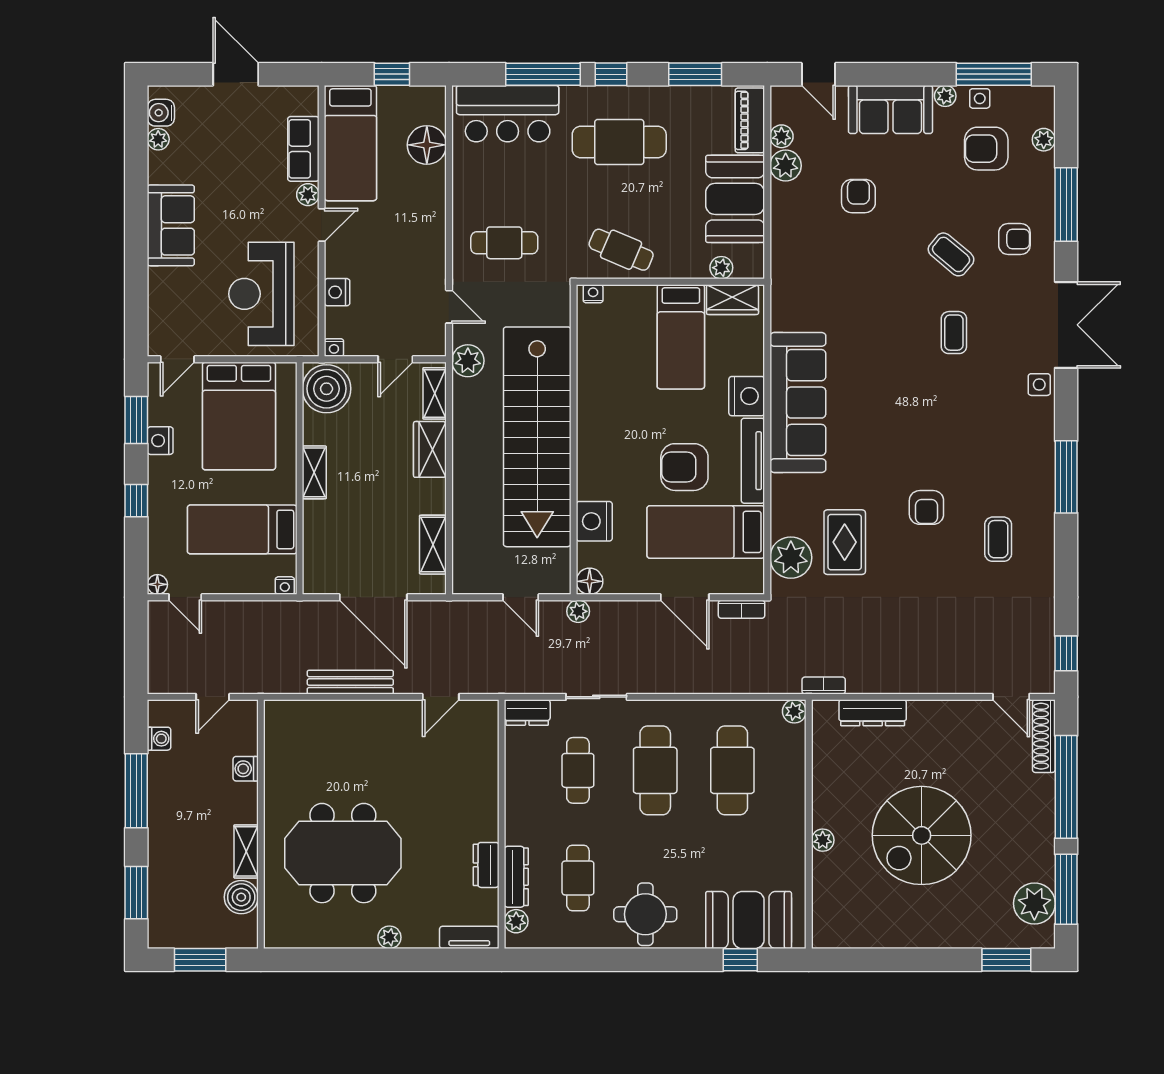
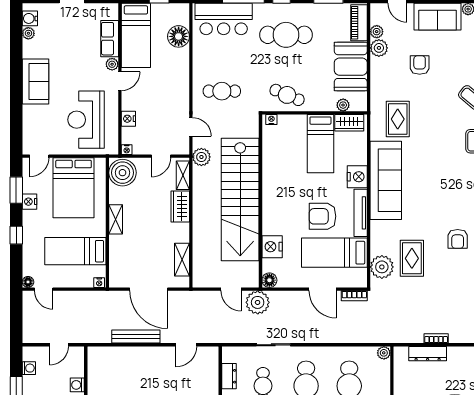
rug: (819, 293) -> (398, 119), added
plant: (578, 611) -> (258, 302), width x1.87, depth x1.87
bookcase: (824, 686) -> (436, 338), moved
dresser: (527, 712) -> (229, 376), moved, turned -90

